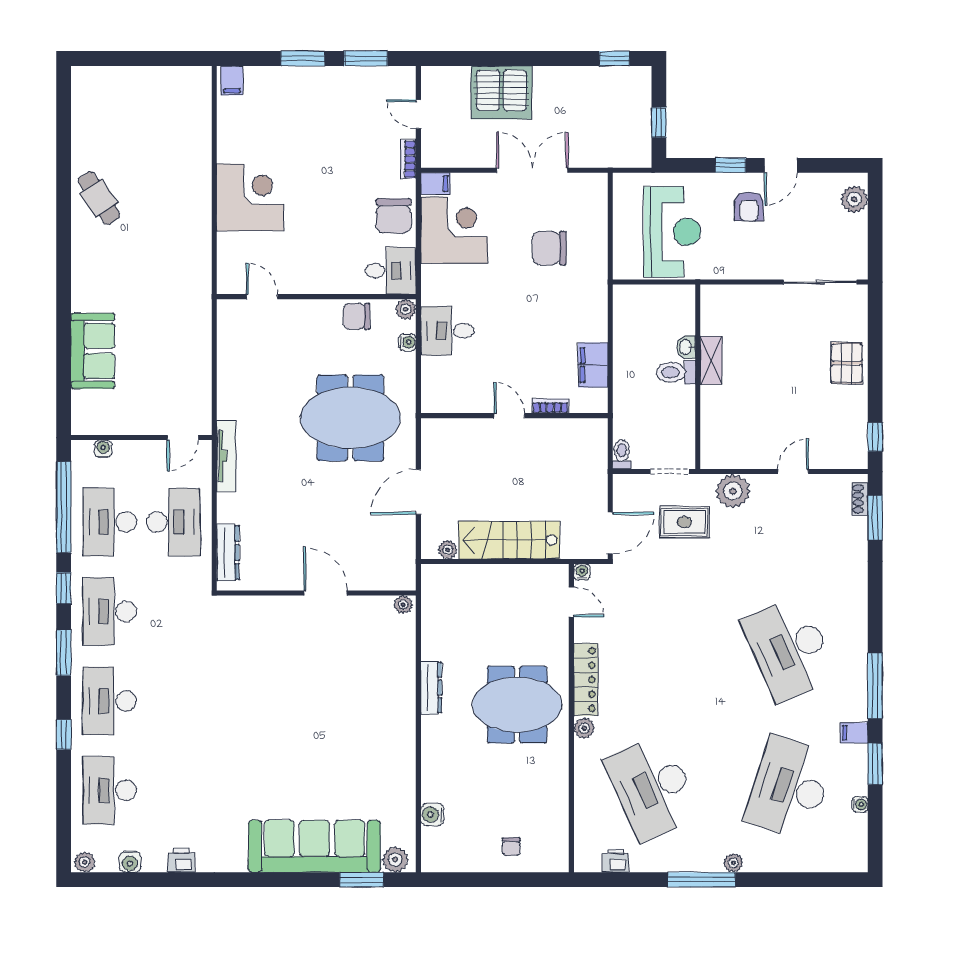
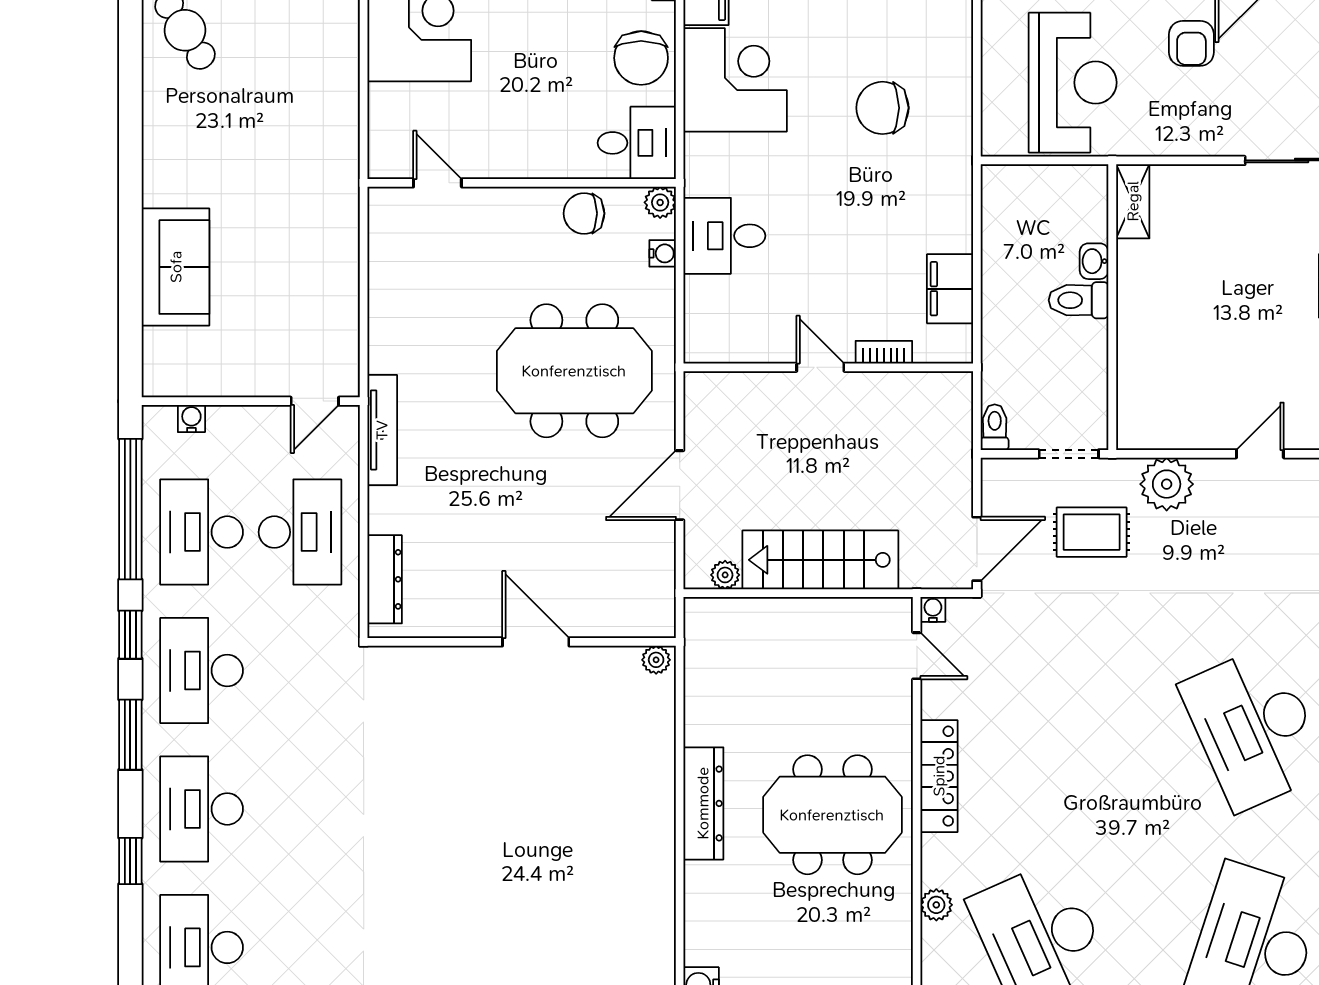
shelving: (711, 360) -> (1133, 201), moved
dresser: (431, 688) -> (703, 803), width x1.37, depth x1.24
plant: (584, 728) -> (936, 905), moved

